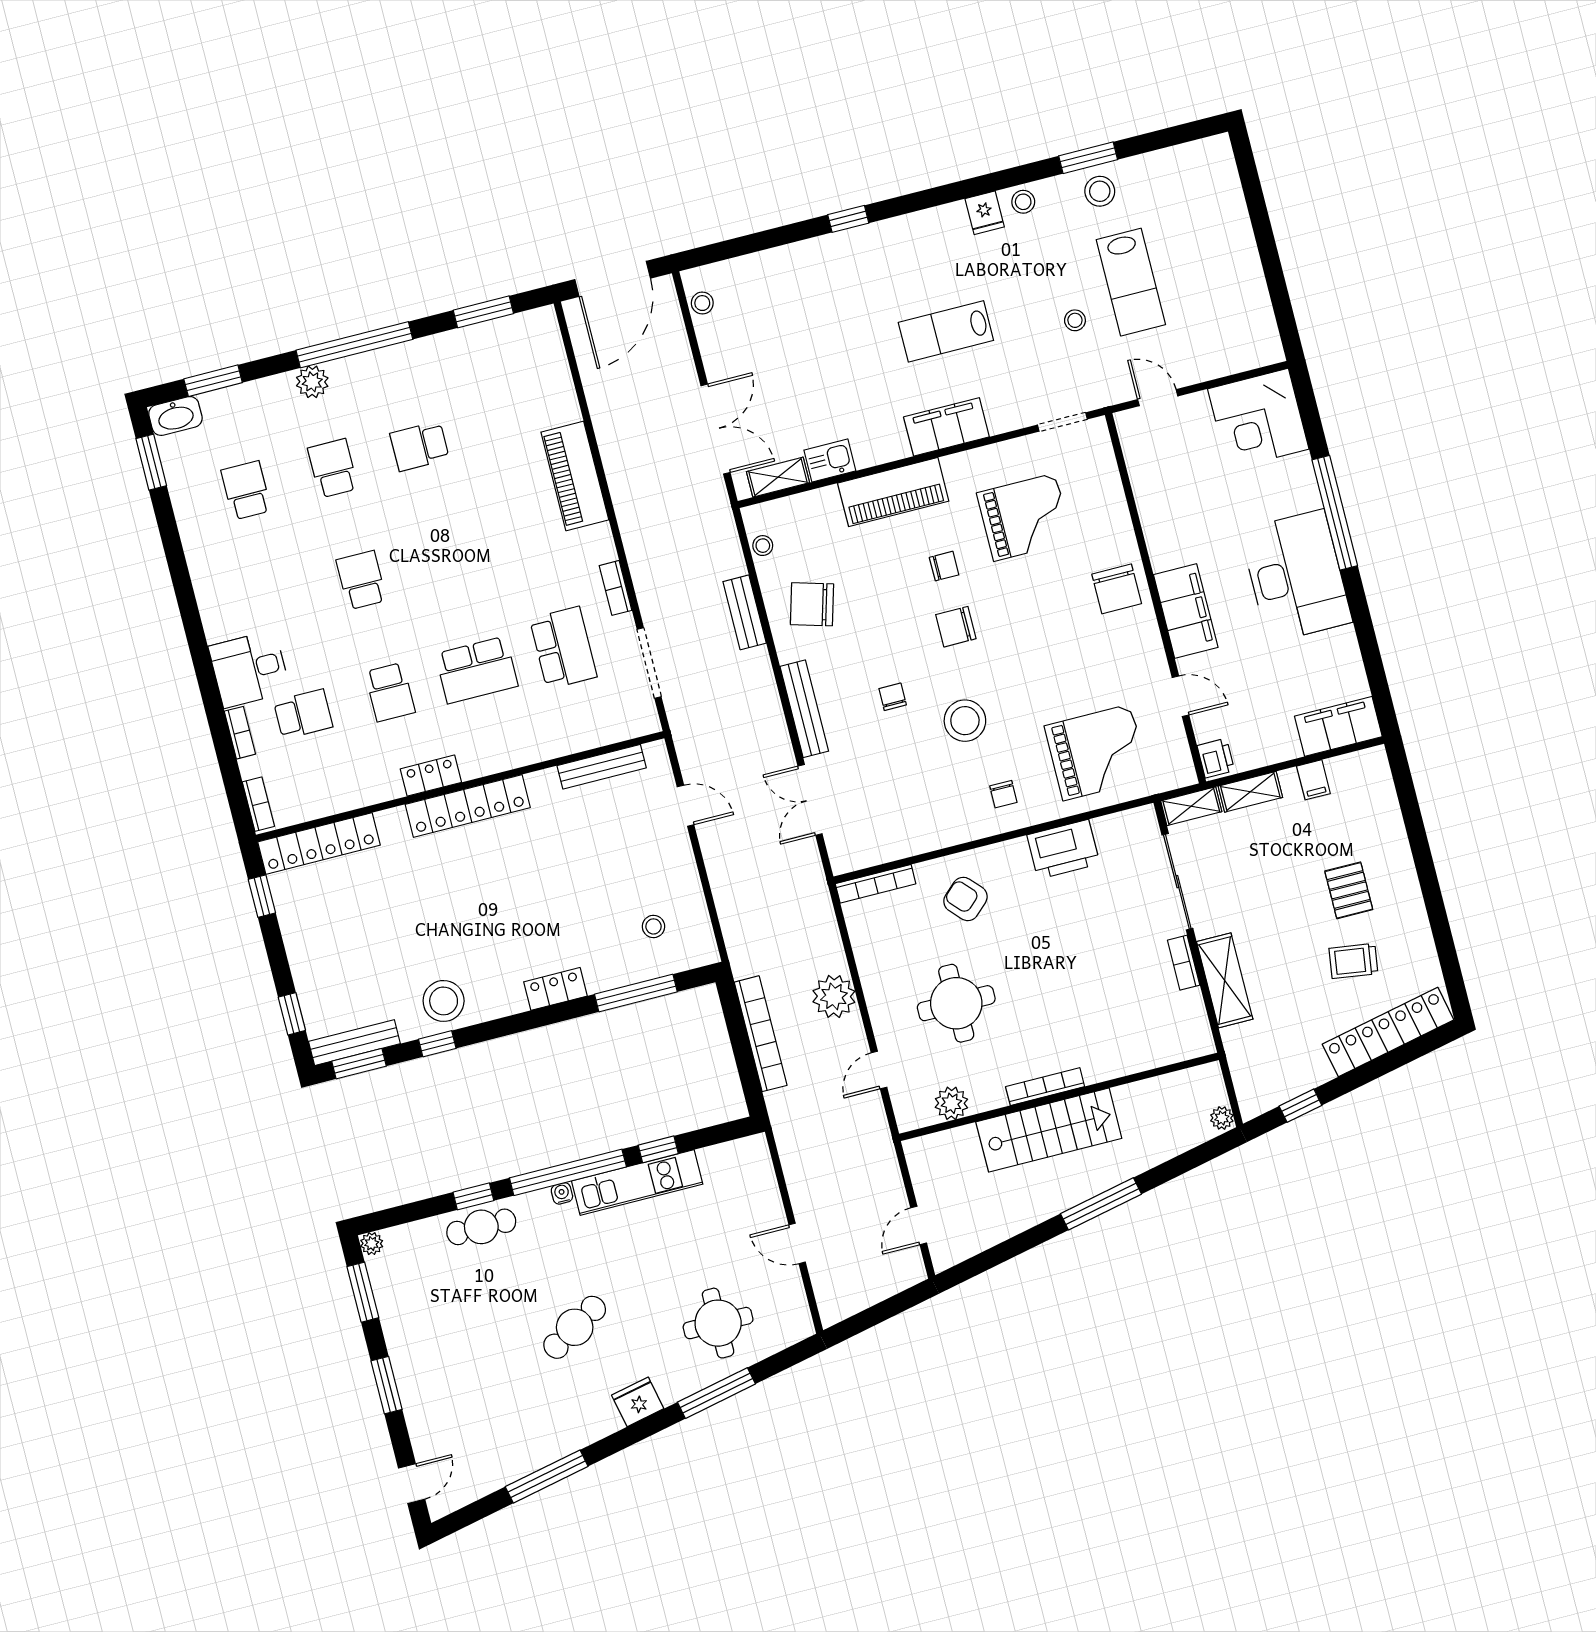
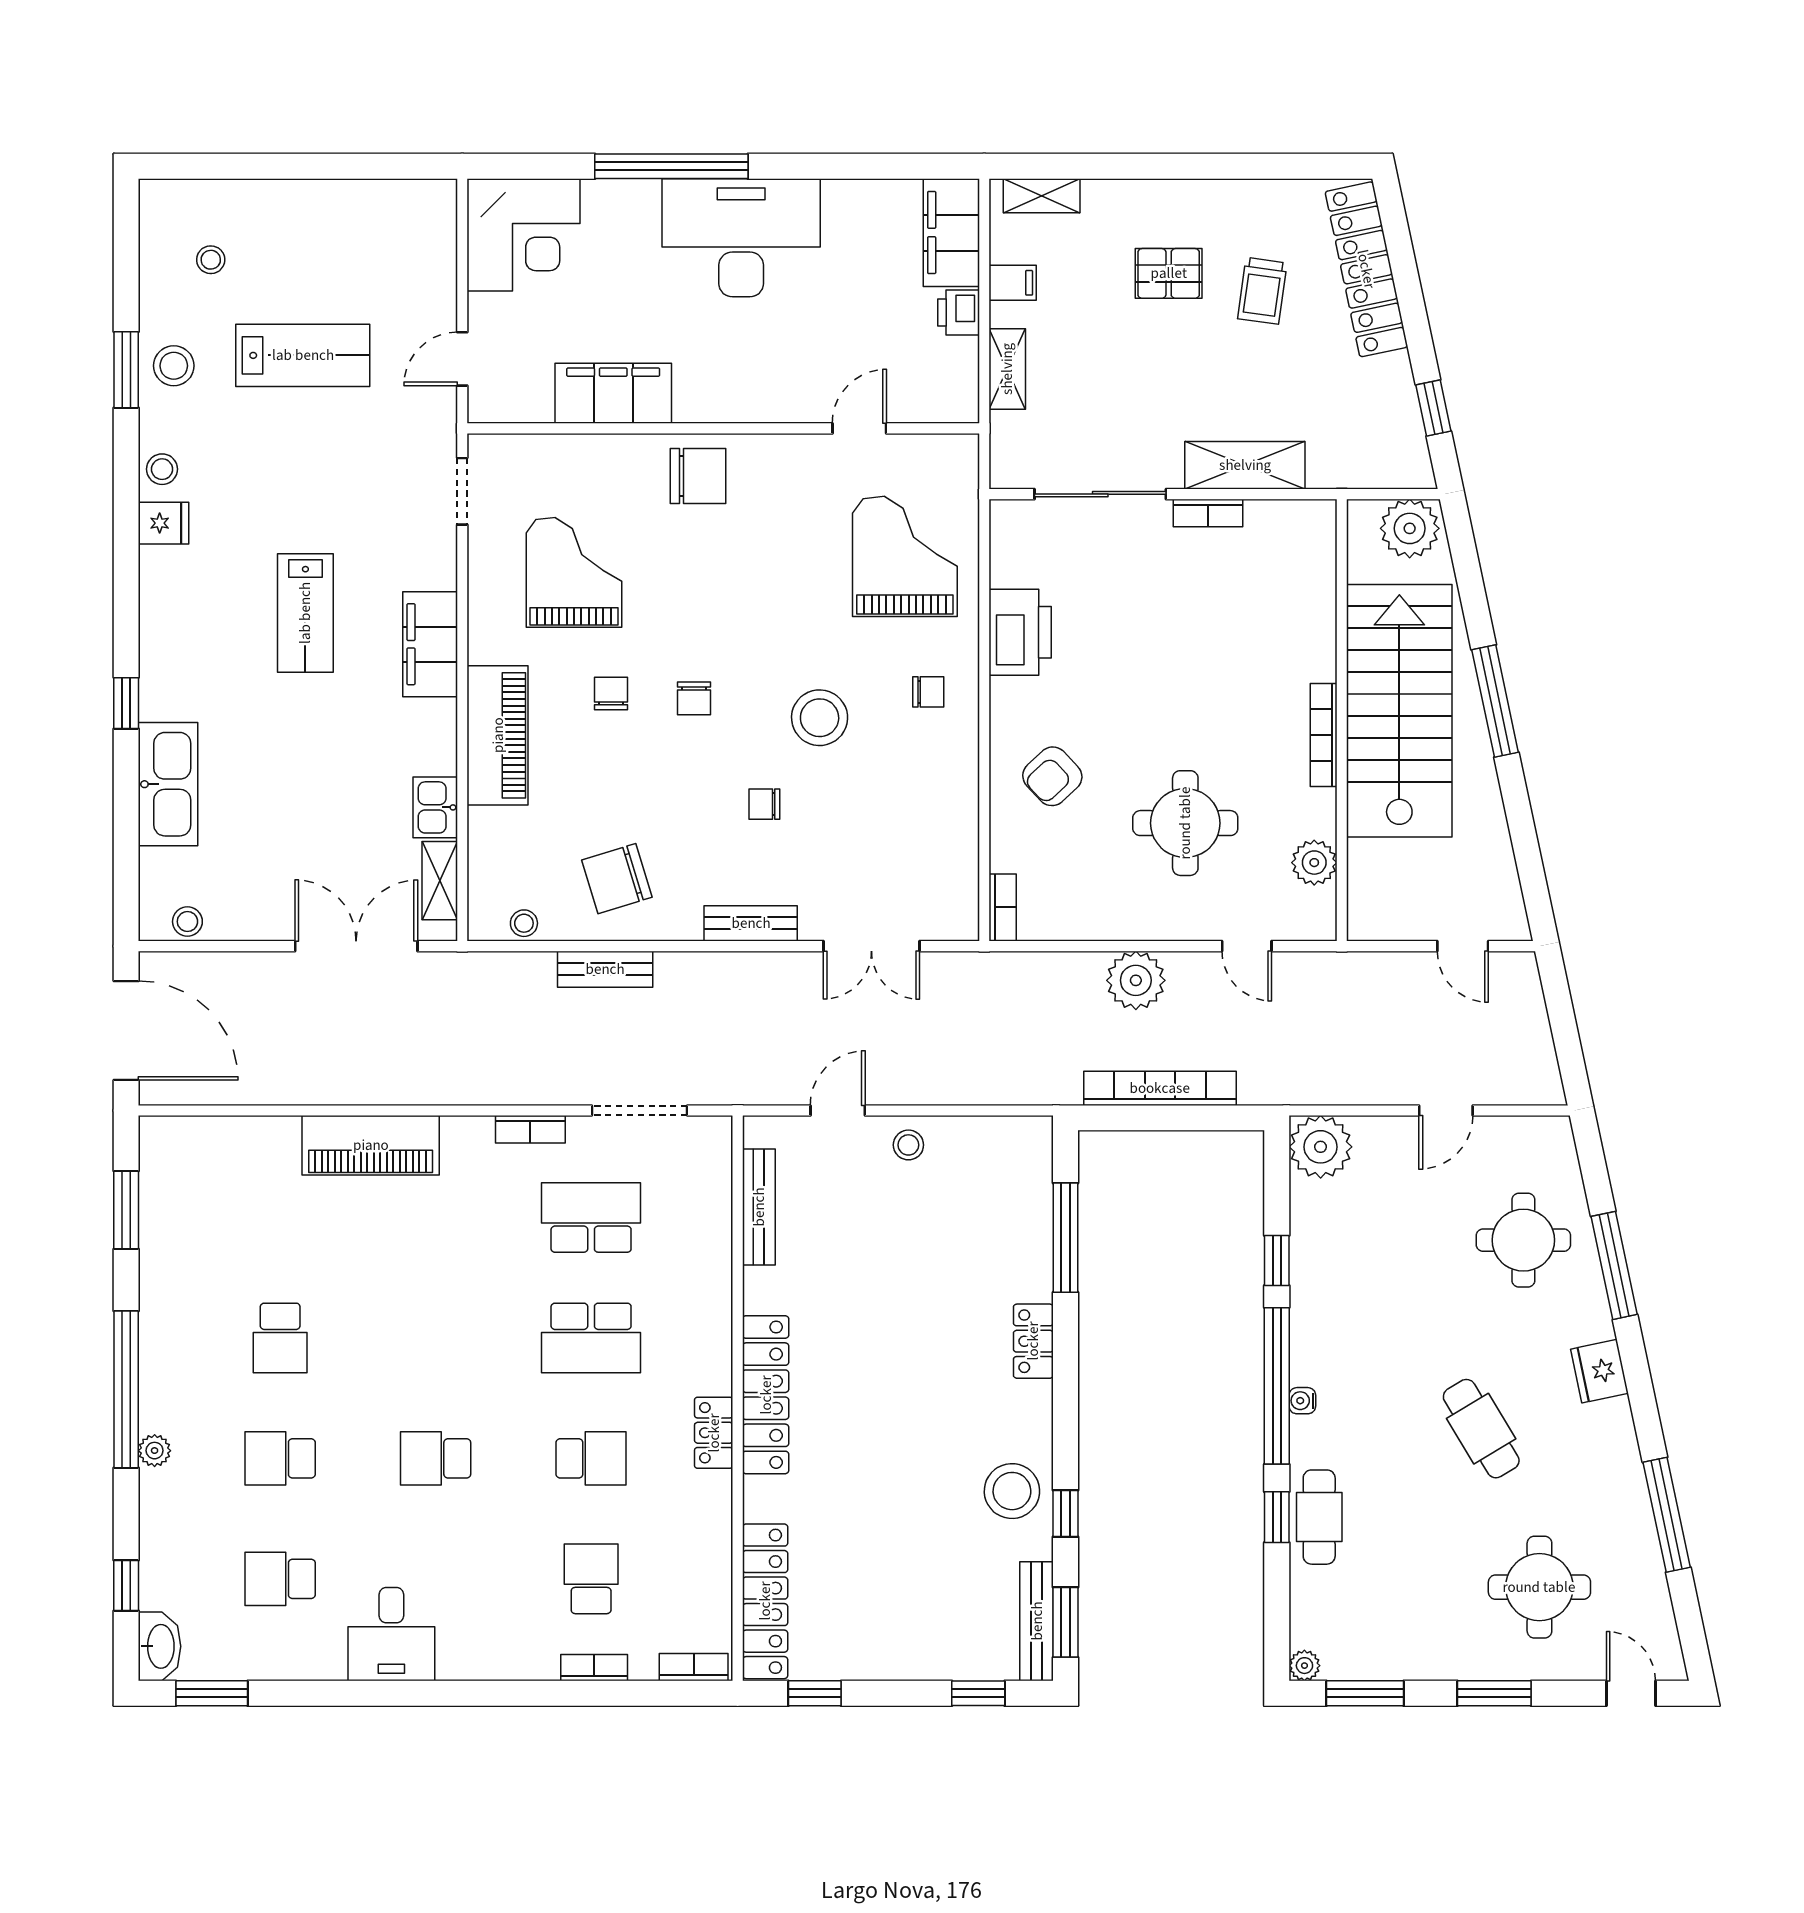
kitchen sink: (798, 264) -> (168, 784), added
stool: (1075, 320) -> (211, 260), moved
window: (213, 381) -> (126, 1586), width x0.67
plant: (312, 382) -> (155, 1451), width x0.73, depth x0.73
chair: (812, 604) -> (617, 879), turned 57
filing cabinet: (1186, 611) -> (613, 393), moved
chair: (956, 627) -> (694, 698), width x0.73, depth x0.73
desk: (249, 669) -> (391, 1634), moved
school desk: (477, 670) -> (591, 1338), turned 90
bench: (804, 709) -> (751, 923), width x0.73
printer: (1216, 758) -> (959, 312), moved, turned -90
shelving: (1191, 806) -> (1042, 196), moved, turned 90
bookcase: (876, 884) -> (1003, 907), width x0.64
stool: (653, 926) -> (908, 1145), moved
plant: (1222, 1118) -> (1410, 528), width x1.88, depth x1.88
stairs: (1049, 1130) -> (1399, 711), width x1.36, depth x1.51
plant: (748, 1160) -> (1321, 1147), added
kitchen unit: (637, 1183) -> (1313, 1299), removed
round table: (471, 1398) -> (1539, 1587), added

